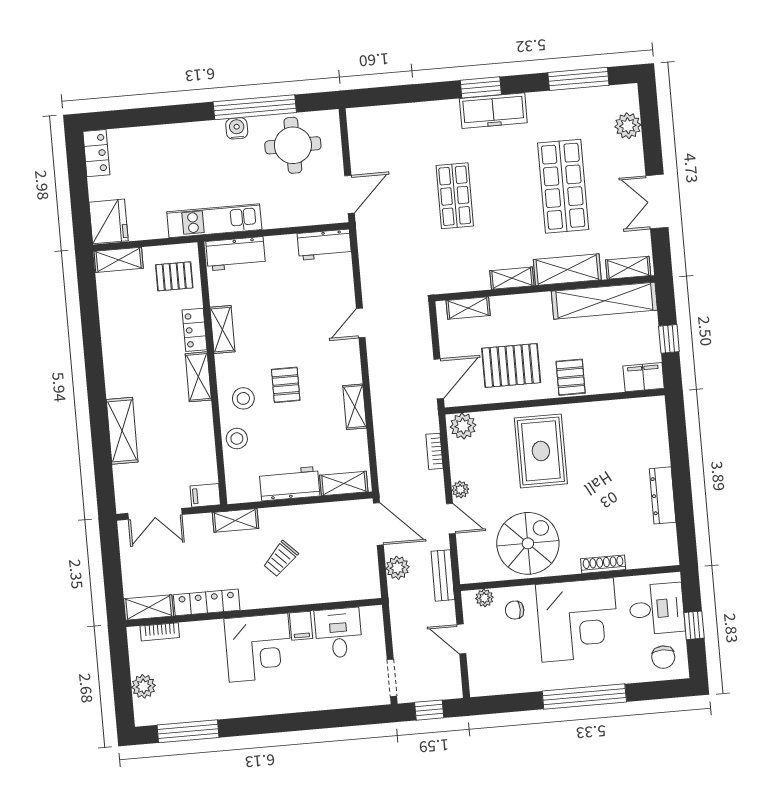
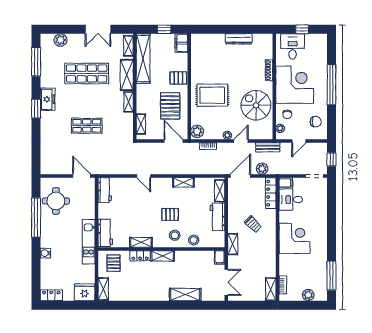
freezer: (493, 111) -> (48, 99), width x0.71
water cooler: (237, 128) -> (45, 253), moved
locker: (207, 602) -> (271, 193), moved
filing cabinet: (301, 626) -> (286, 183), moved
chair: (663, 657) -> (316, 122), moved

